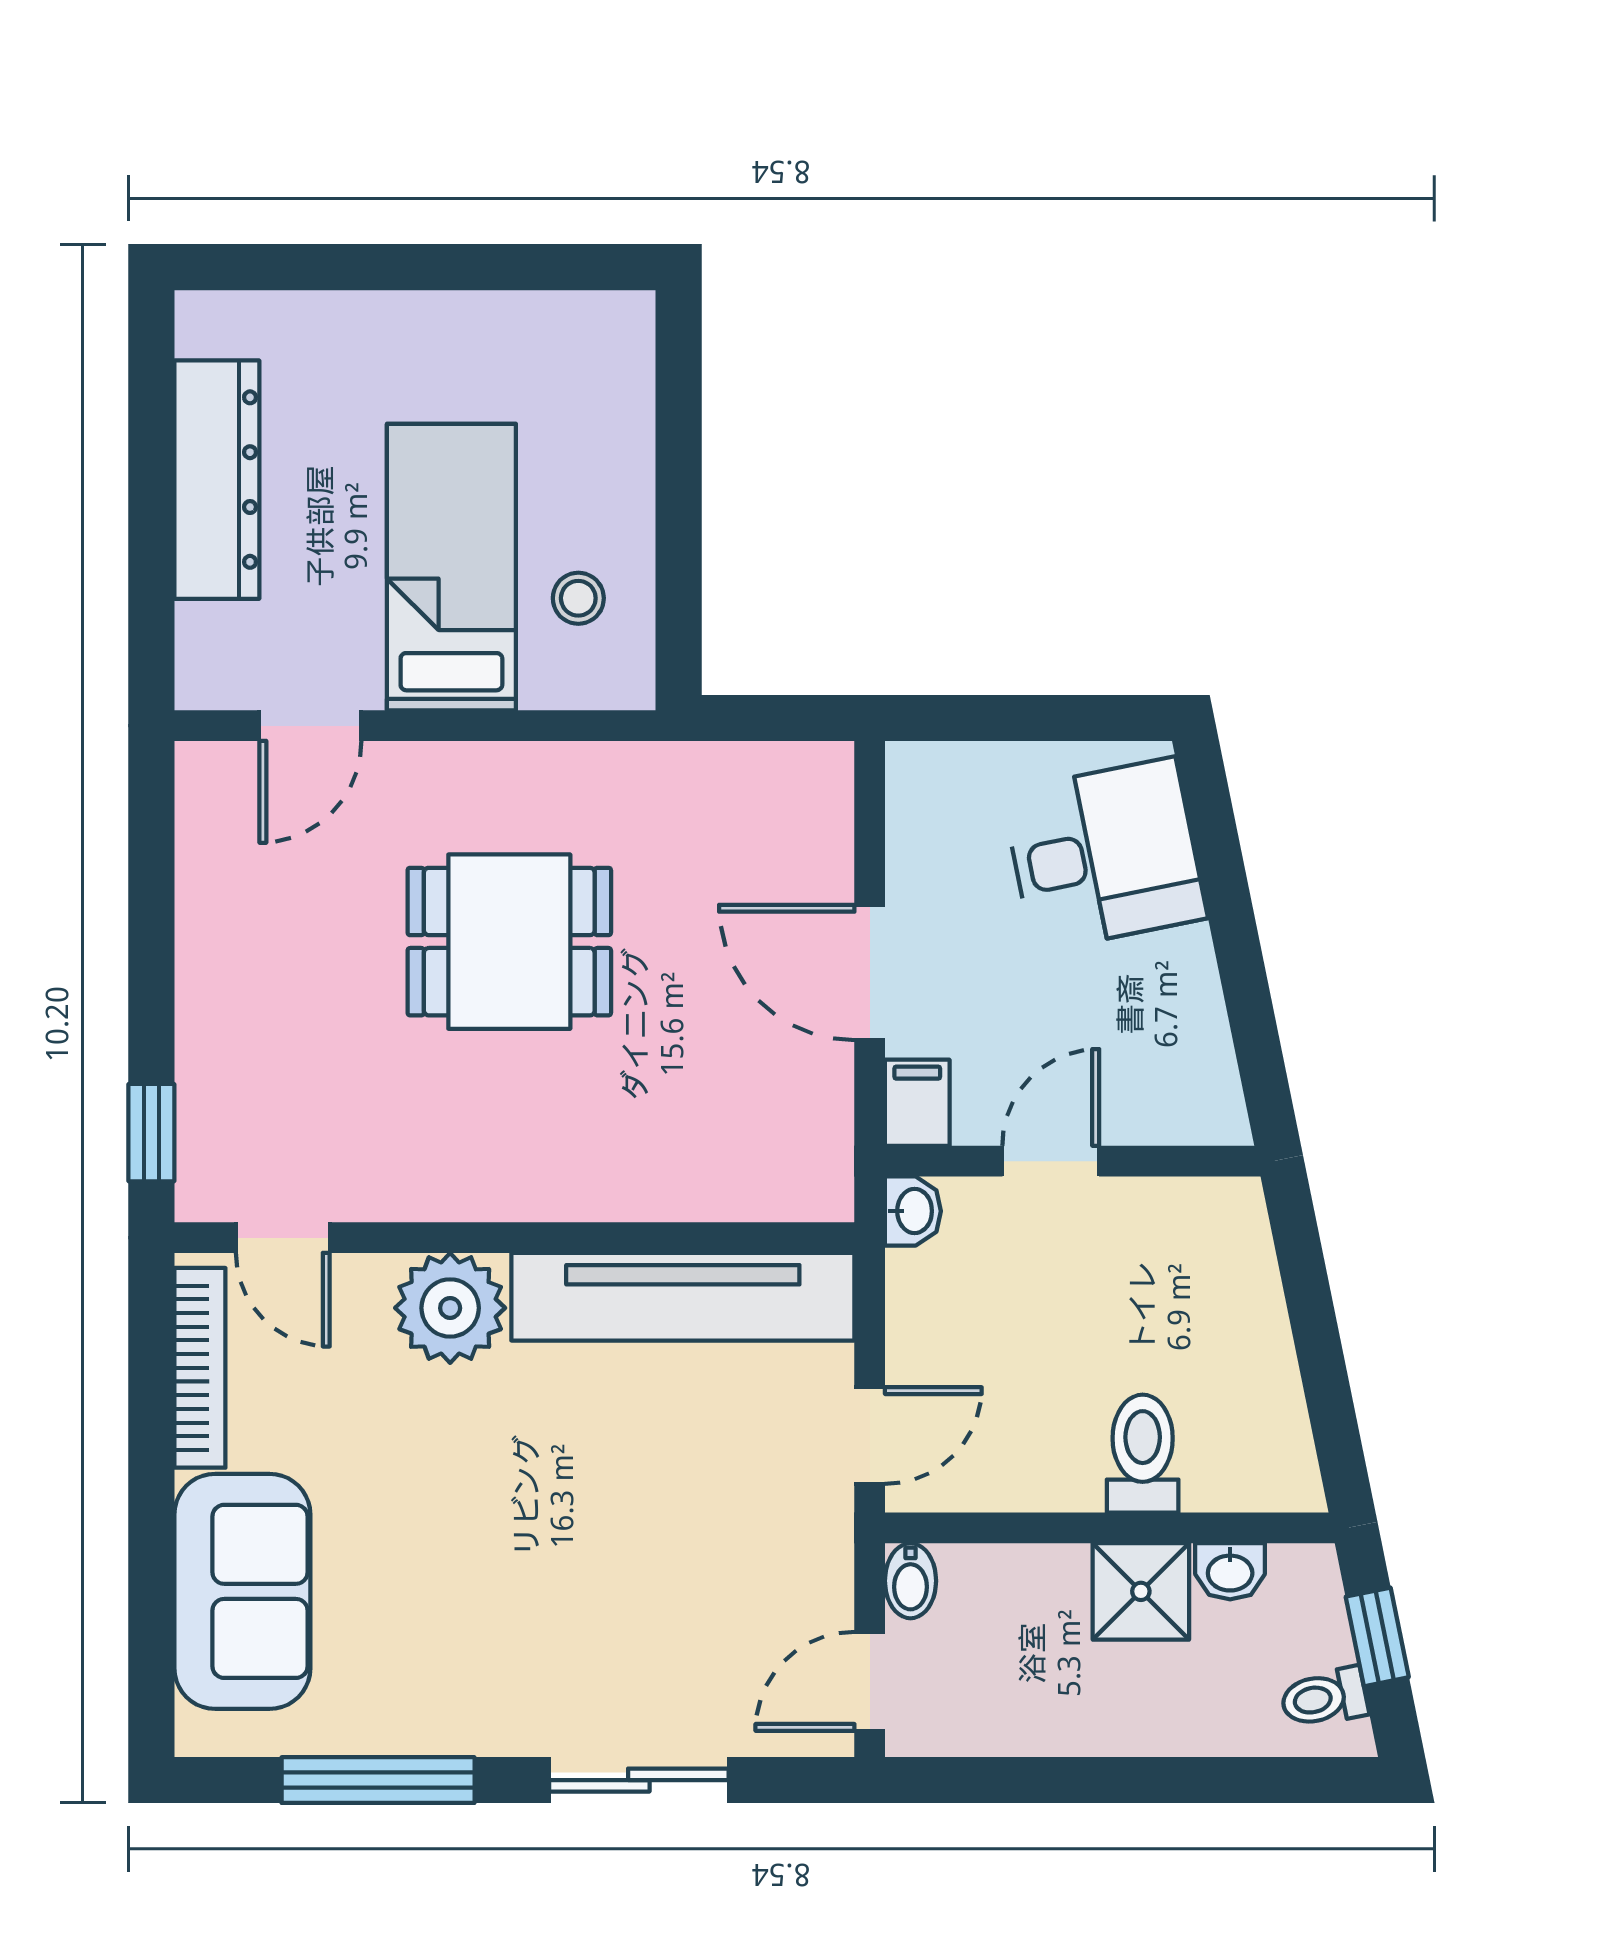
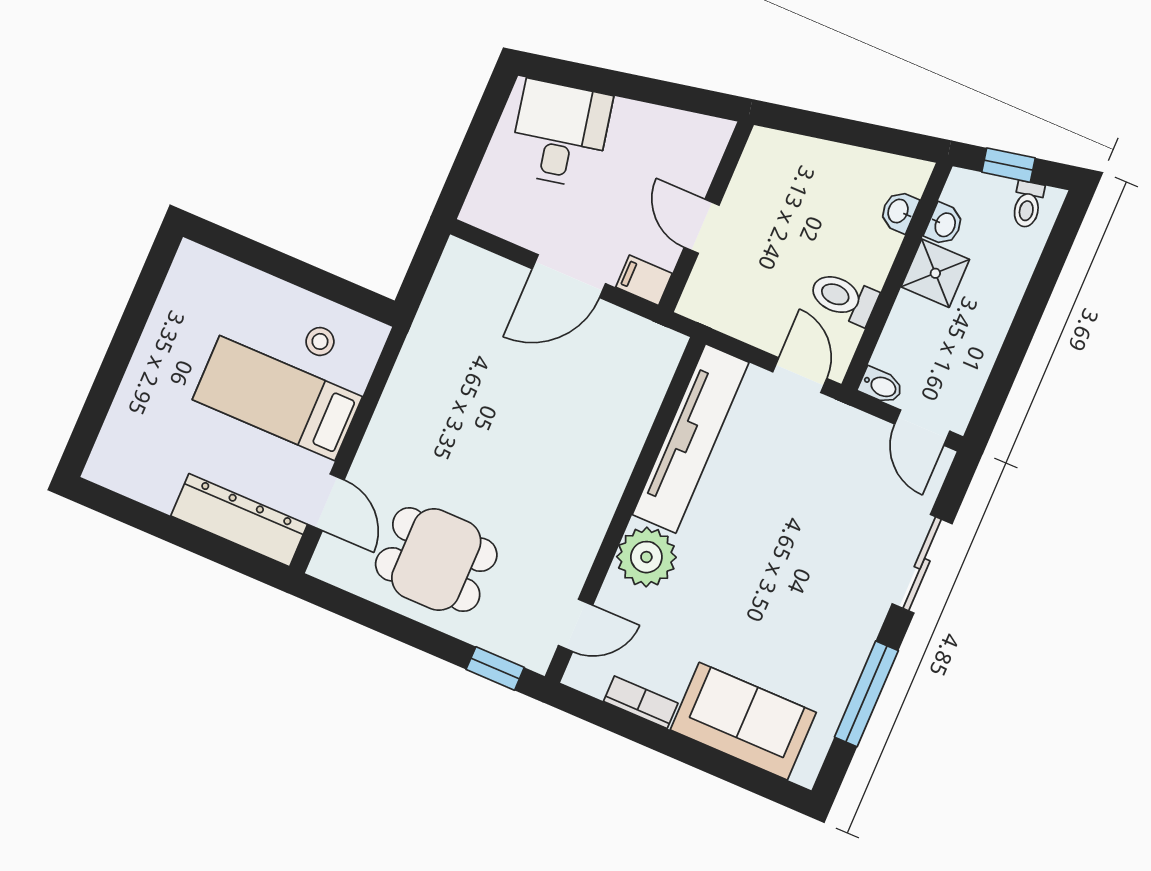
dresser: (217, 480) -> (239, 520), moved
dining table: (509, 942) -> (436, 560), moved, turned 90
washbasin: (913, 1211) -> (899, 211), moved, turned -90
bookcase: (200, 1368) -> (641, 702), width x0.64
toilet: (1143, 1454) -> (843, 298), moved

